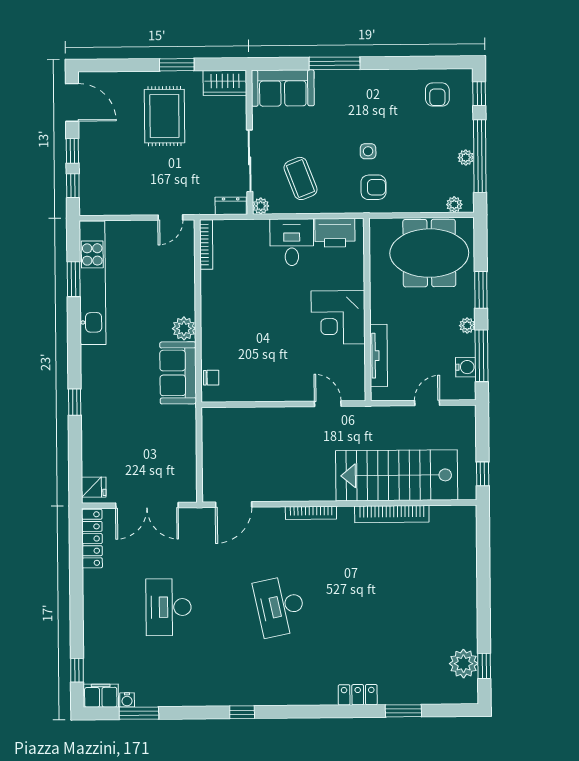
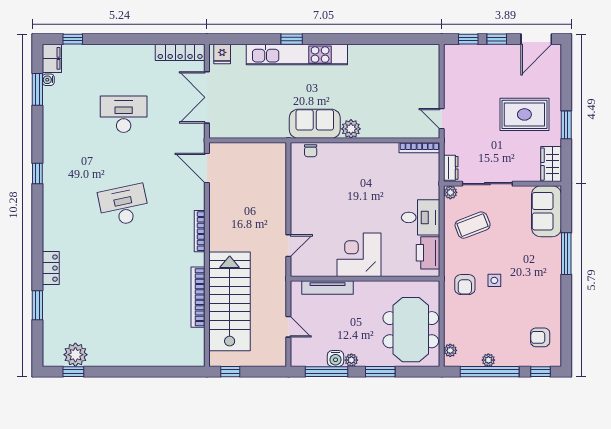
window: (74, 279) -> (392, 39), removed
kitchen unit: (93, 283) -> (297, 55), moved
water cooler: (466, 367) -> (335, 358), moved

